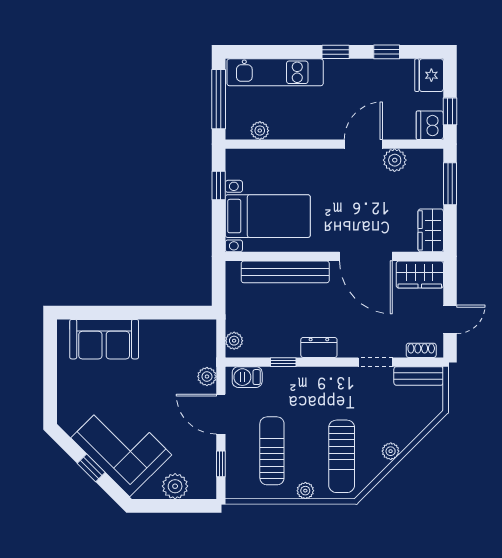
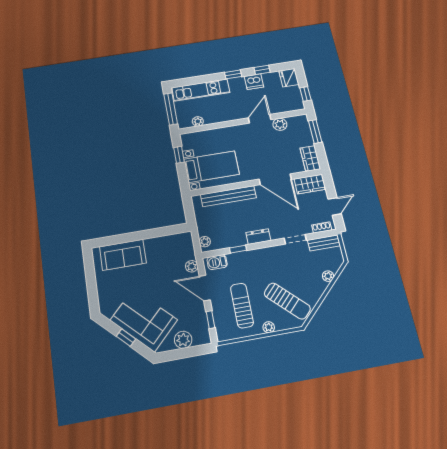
dishwasher: (430, 125) -> (254, 82), moved, turned -90
plant: (391, 451) -> (328, 276), moved
sun lounger: (342, 456) -> (287, 301), turned -46

